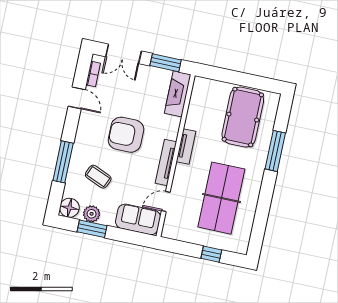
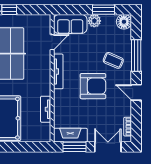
fireplace: (178, 94) -> (70, 135), moved, turned -90
door: (77, 98) -> (136, 92), moved
tv unit: (186, 147) -> (46, 109), moved
coffee table: (98, 177) -> (113, 60), moved
plant: (92, 214) -> (94, 21), moved

